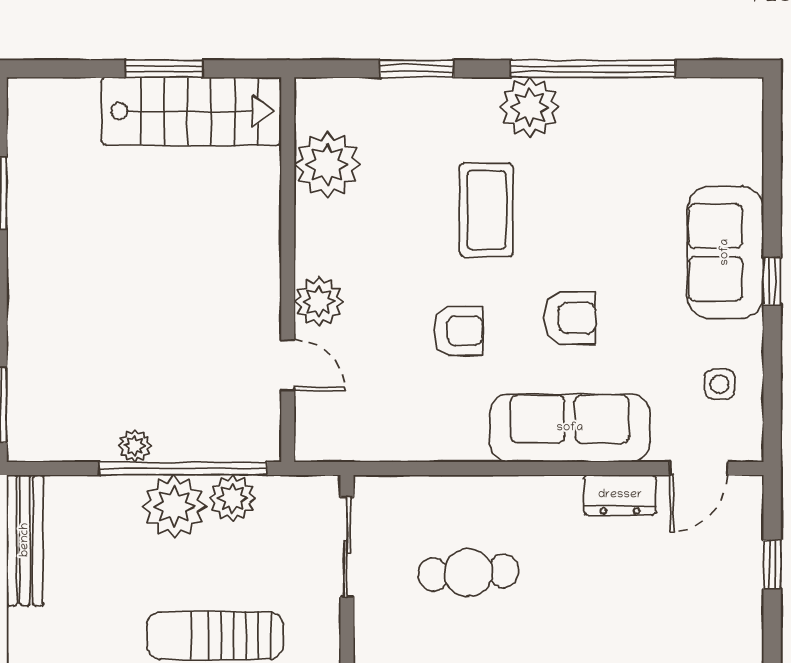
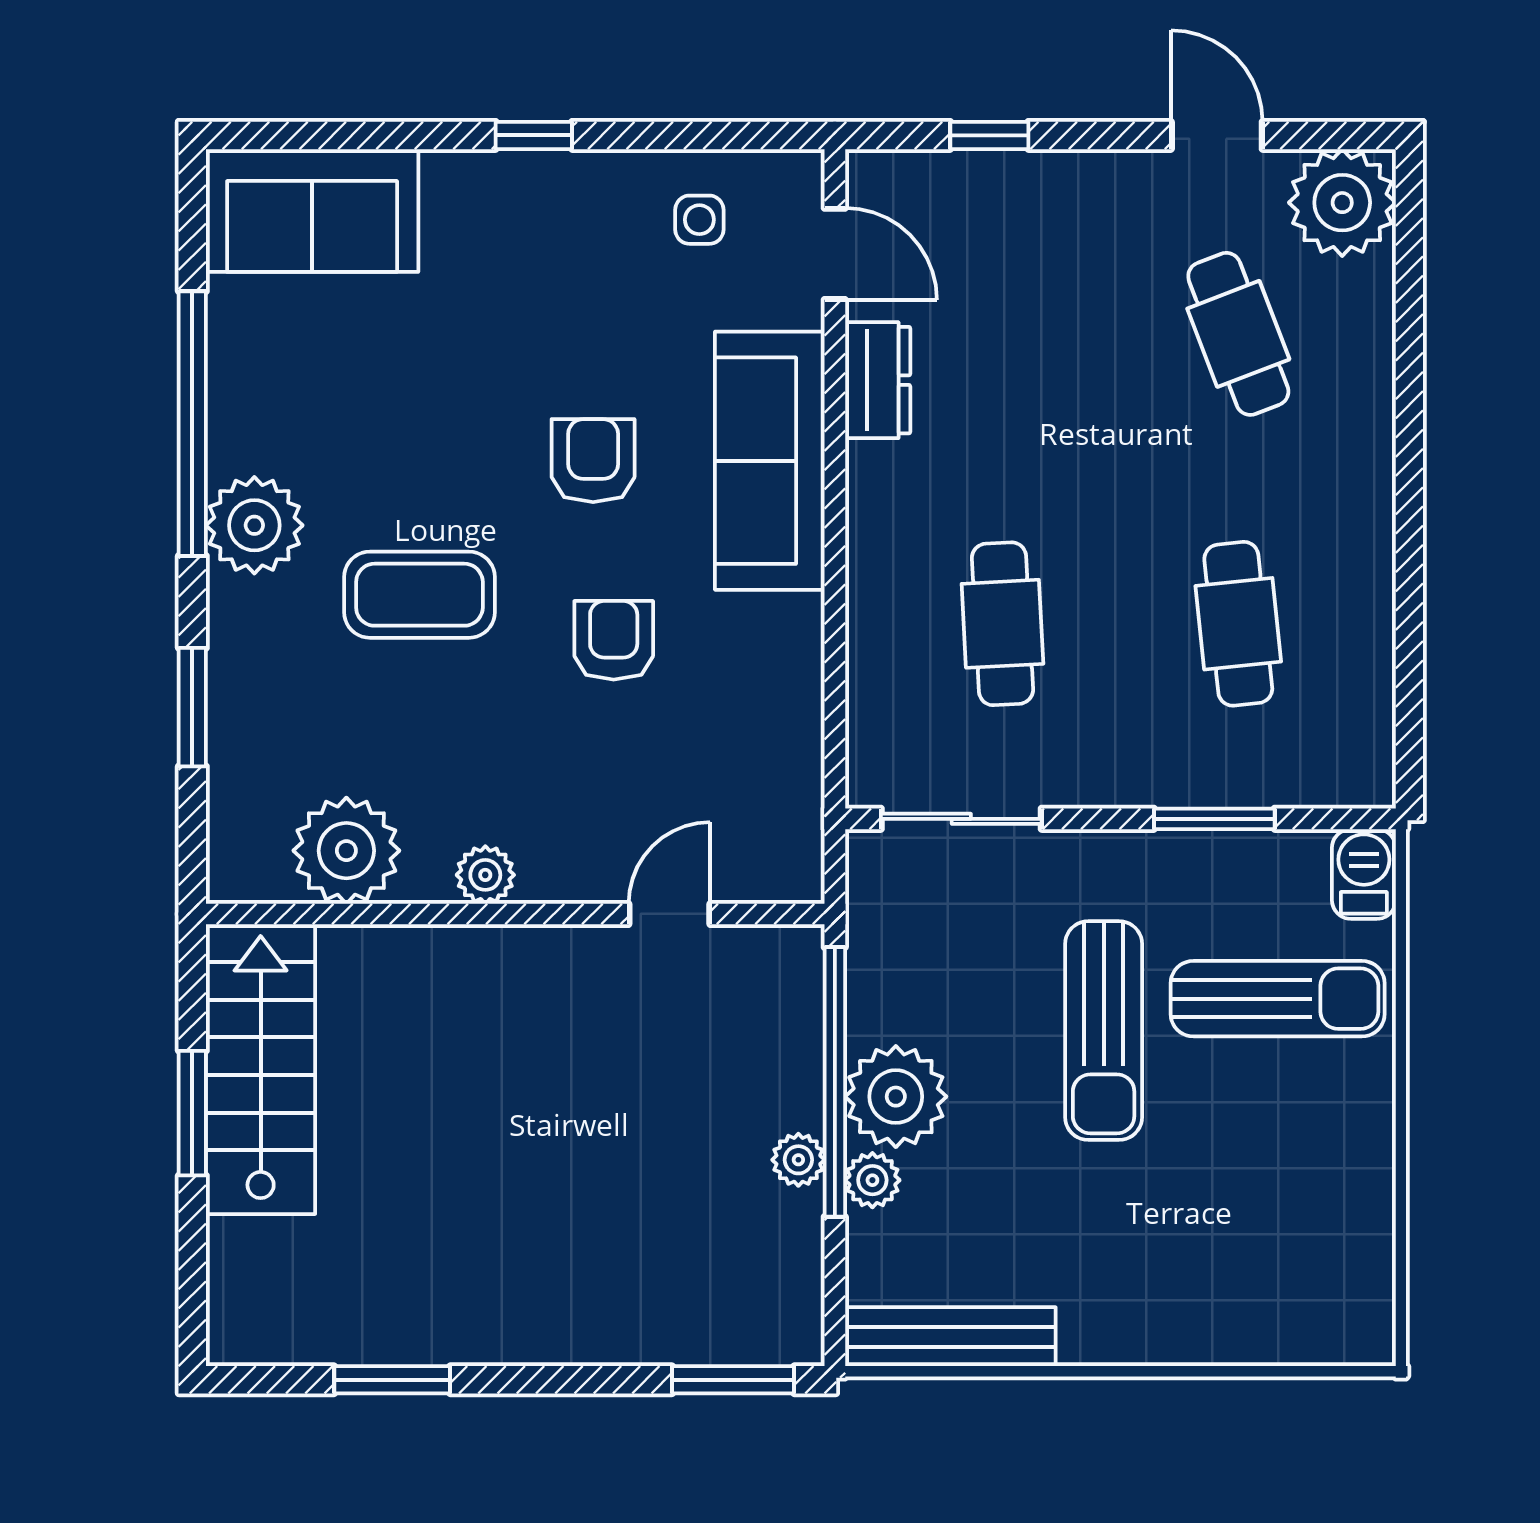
sofa: (725, 252) -> (312, 210), moved
plant: (319, 302) -> (485, 875), moved, width x0.73, depth x0.73
plant: (233, 498) -> (872, 1180), moved, width x0.73, depth x0.73

